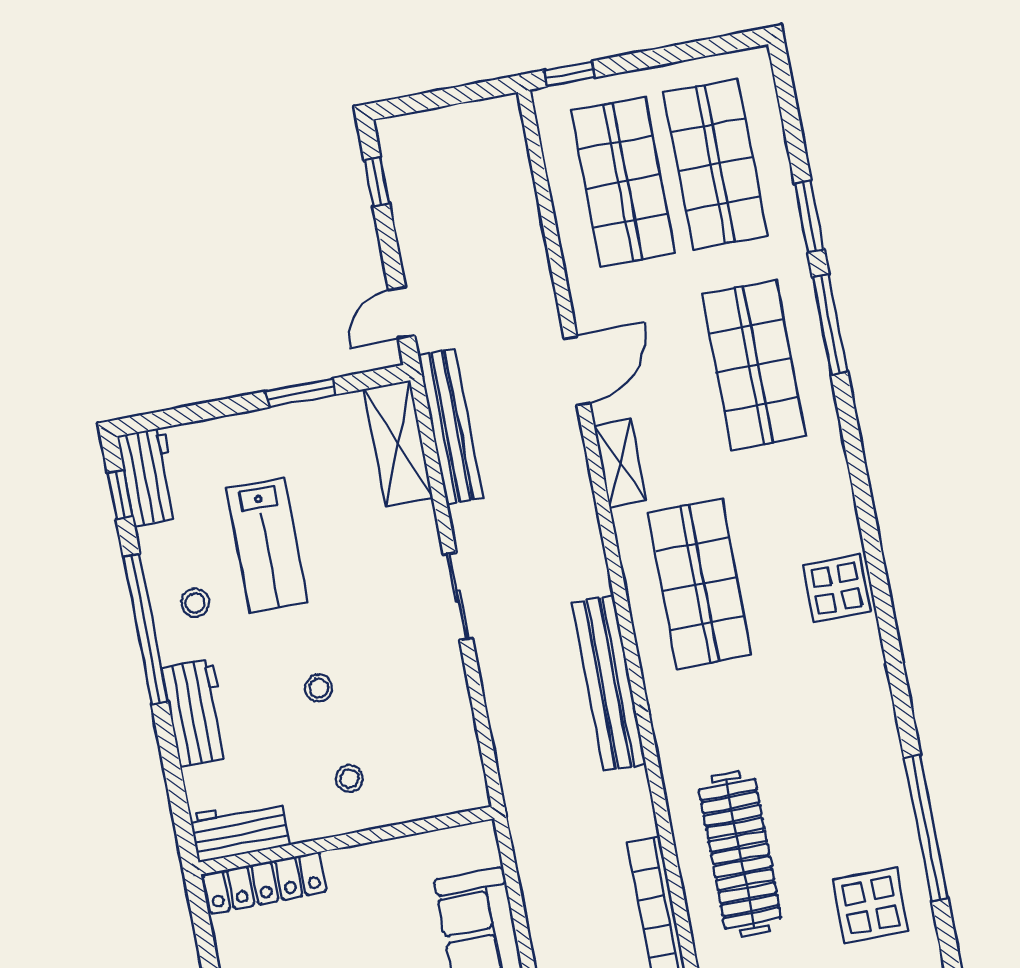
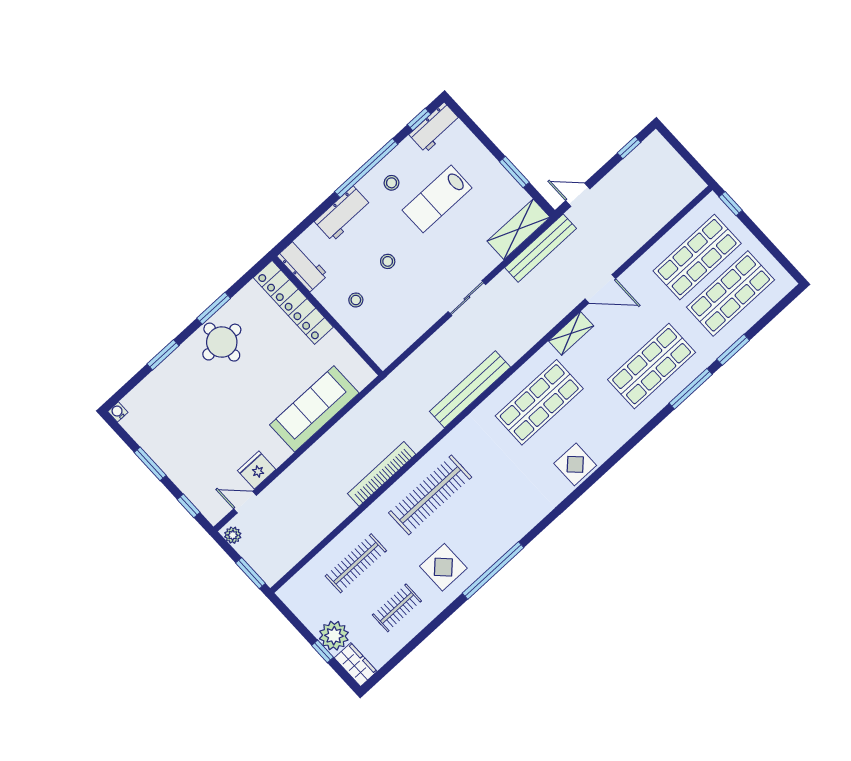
locker: (265, 883) -> (293, 302), width x1.41, depth x1.21

